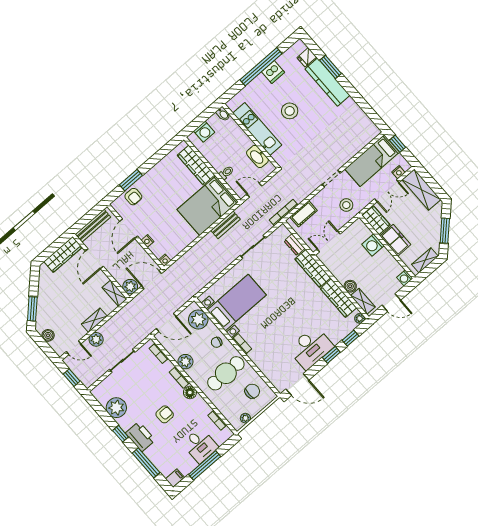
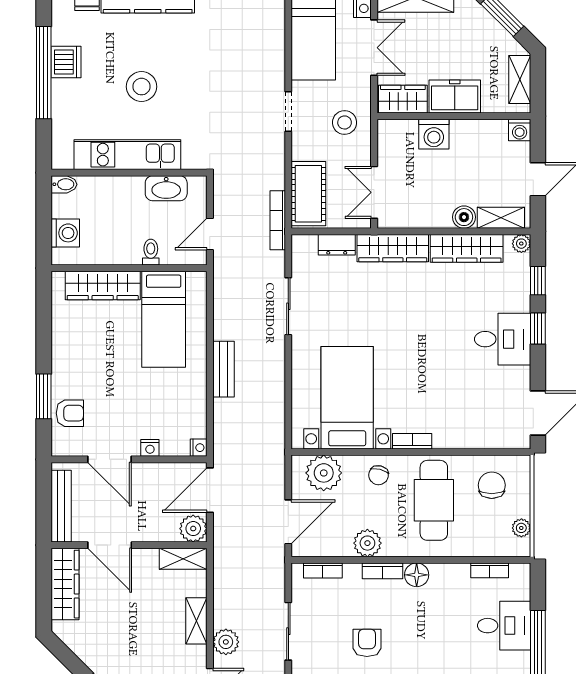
bed: (208, 206) -> (164, 319), width x0.67
cot: (304, 214) -> (308, 194), width x1.37, depth x1.34
bench: (225, 225) -> (223, 369), moved
desk: (311, 348) -> (503, 339), width x0.73
armchair: (165, 414) -> (367, 643), moved

